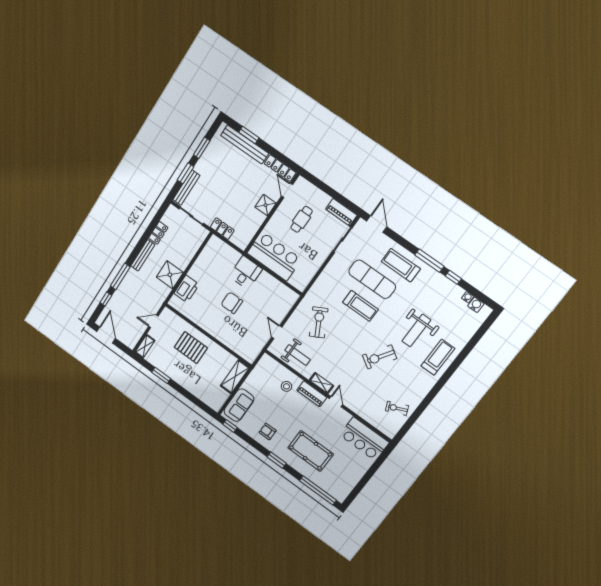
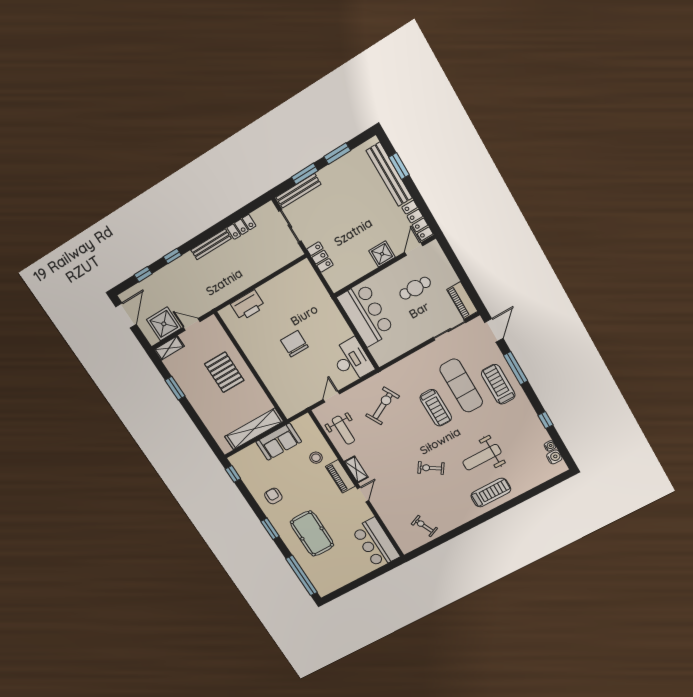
window: (429, 261) -> (516, 368), moved
desk: (246, 273) -> (352, 360), moved, width x1.37
shower: (170, 275) -> (164, 324), moved
window: (120, 276) -> (172, 256), width x0.46
exercise bike: (380, 357) -> (431, 468), width x0.73, depth x0.72
shelving: (235, 377) -> (254, 429), width x1.47
sofa: (239, 405) -> (279, 442), moved

